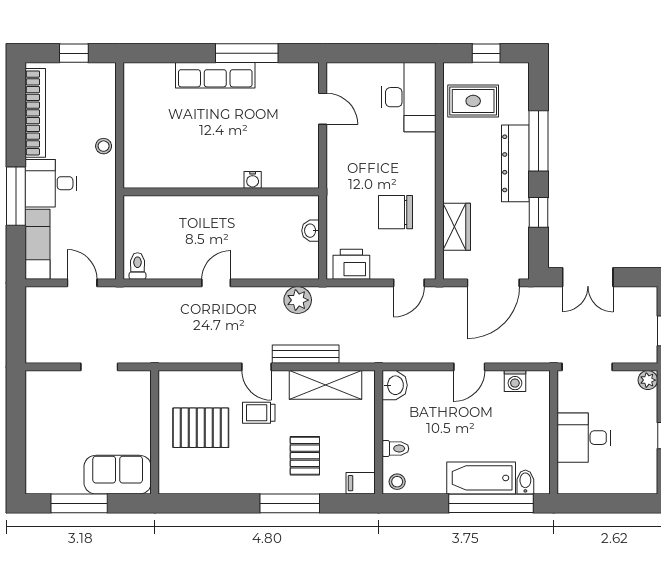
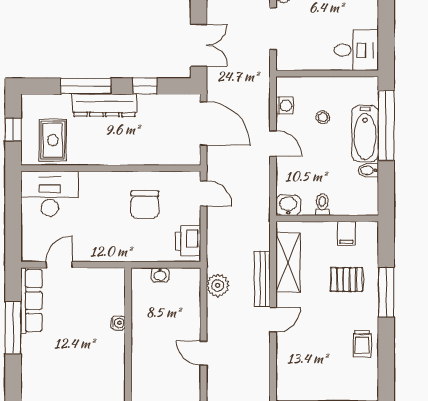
row of seats: (215, 75) -> (31, 300), moved
wardrobe: (457, 227) -> (157, 154), removed
doorway: (587, 367) -> (273, 29), moved
trolley: (259, 413) -> (362, 343), moved
pallet: (201, 428) -> (323, 366), removed
desk: (584, 438) -> (356, 50), moved, turned -90
toilet: (395, 449) -> (322, 205), moved
stool: (397, 482) -> (323, 117), moved
bidet: (525, 482) -> (368, 170), moved
filing cabinet: (361, 483) -> (346, 233), moved

